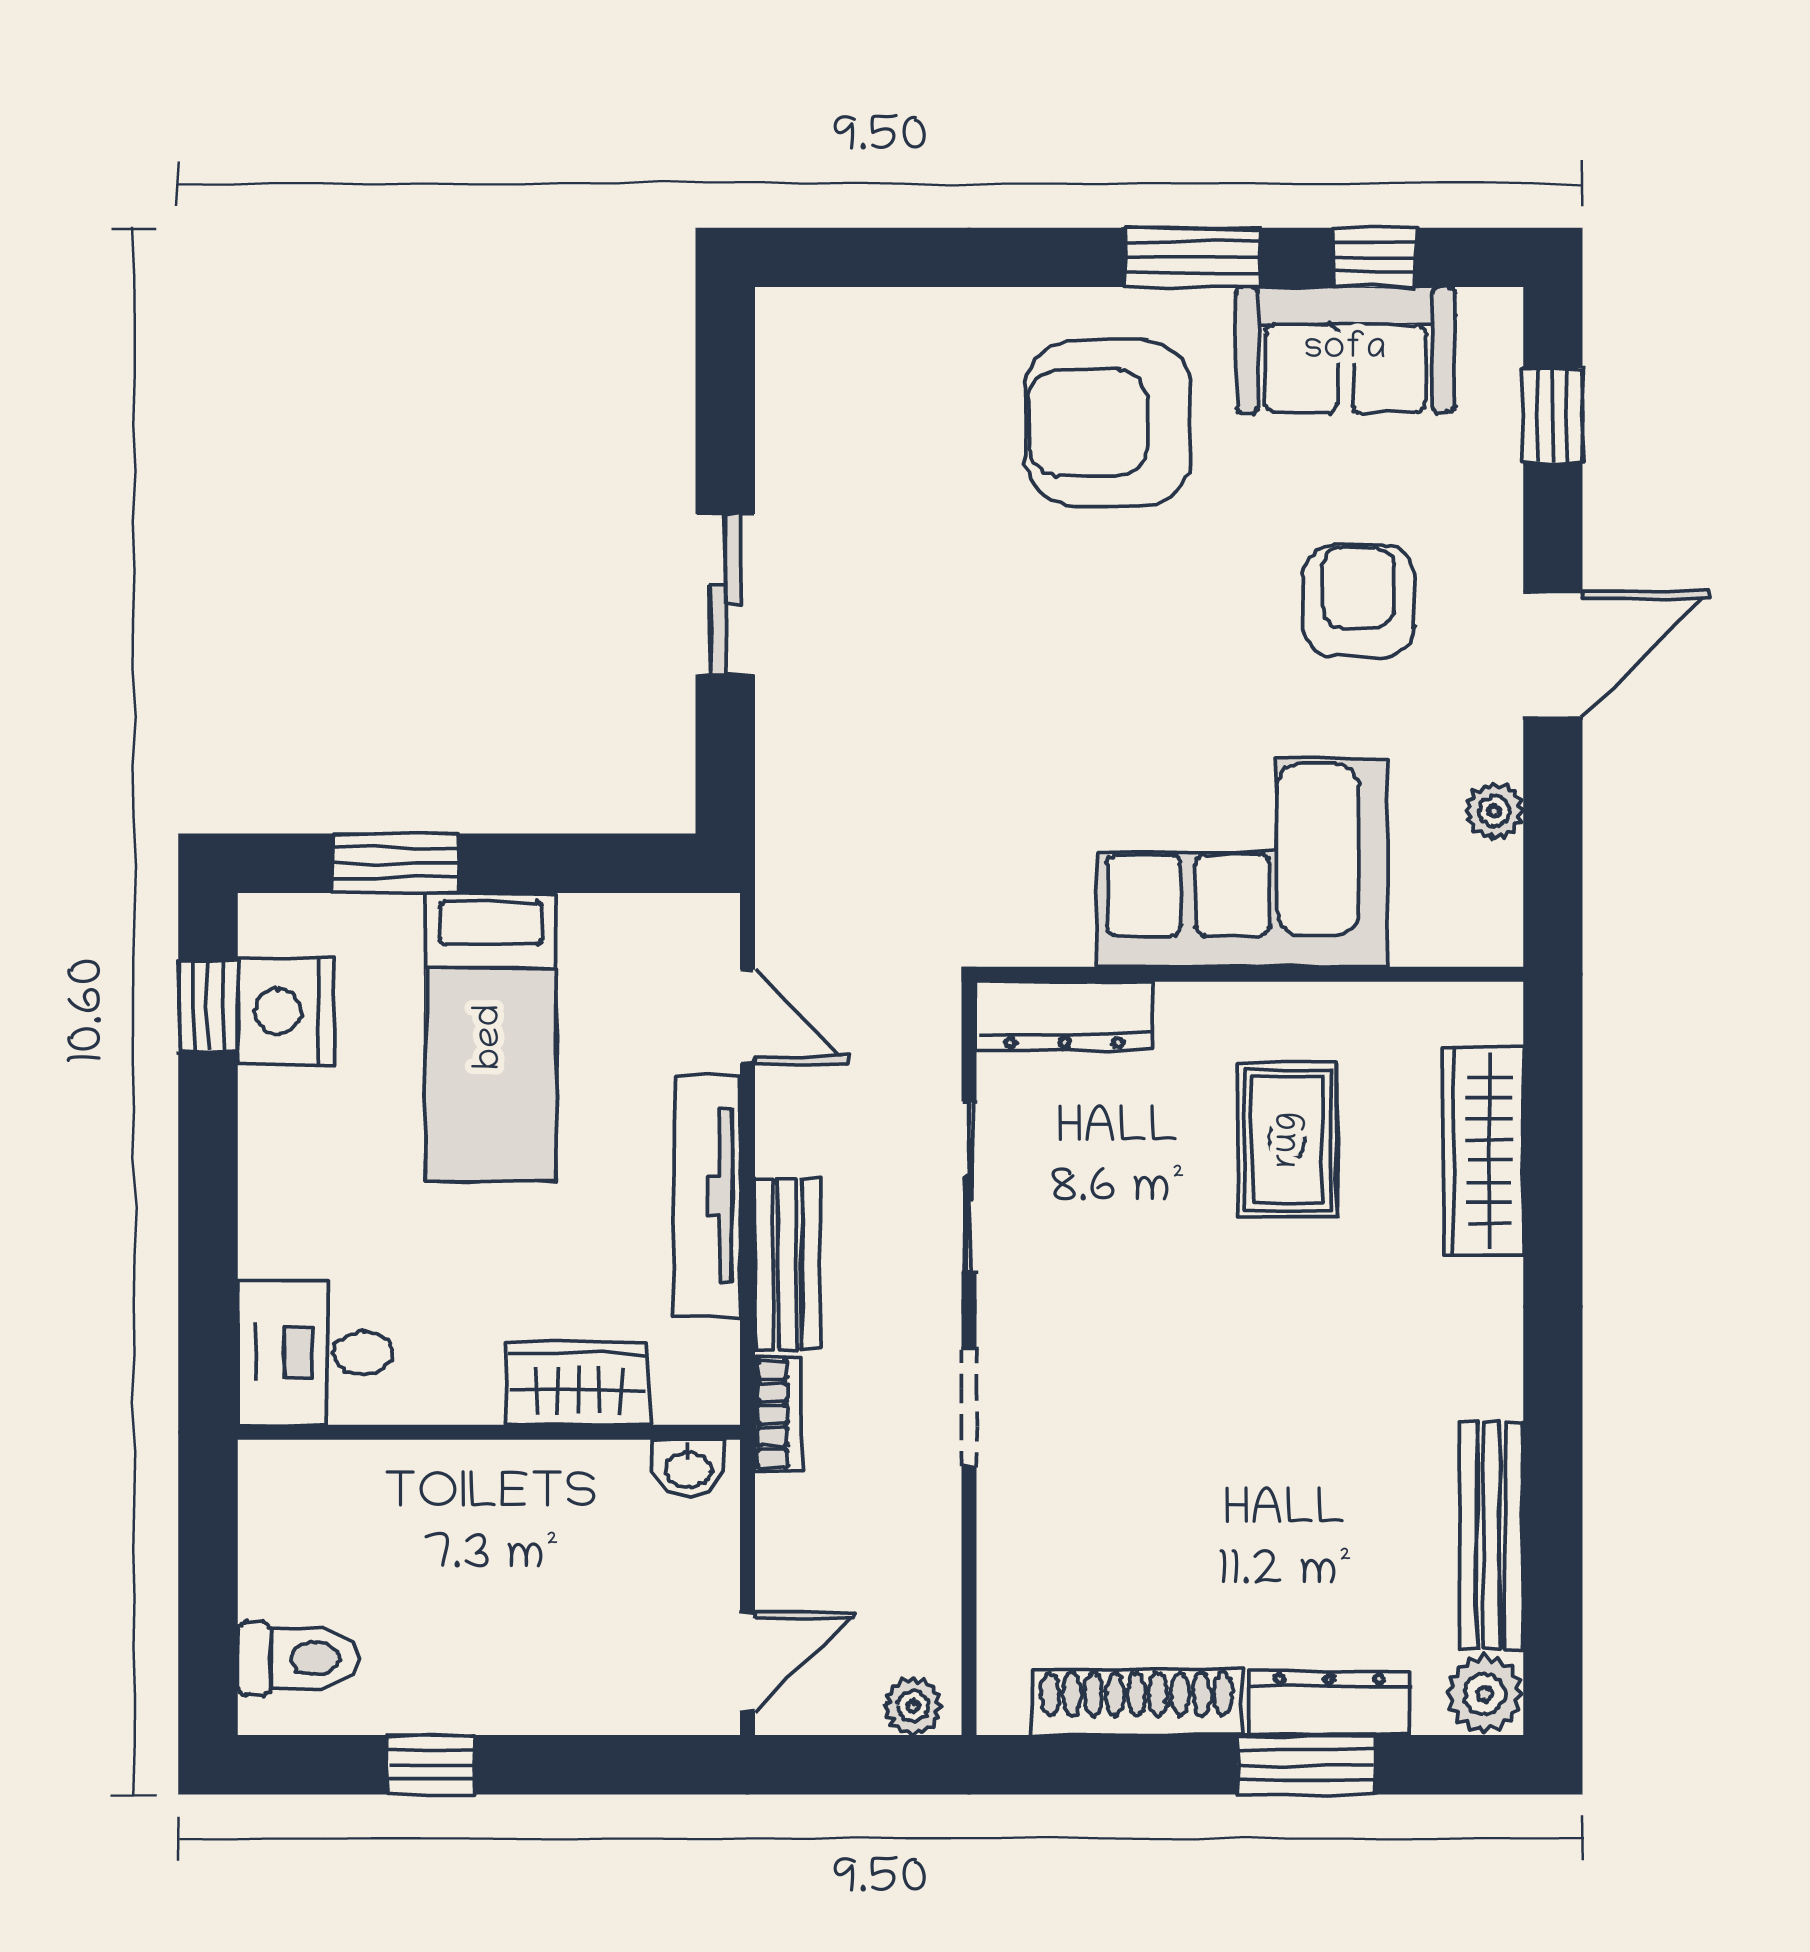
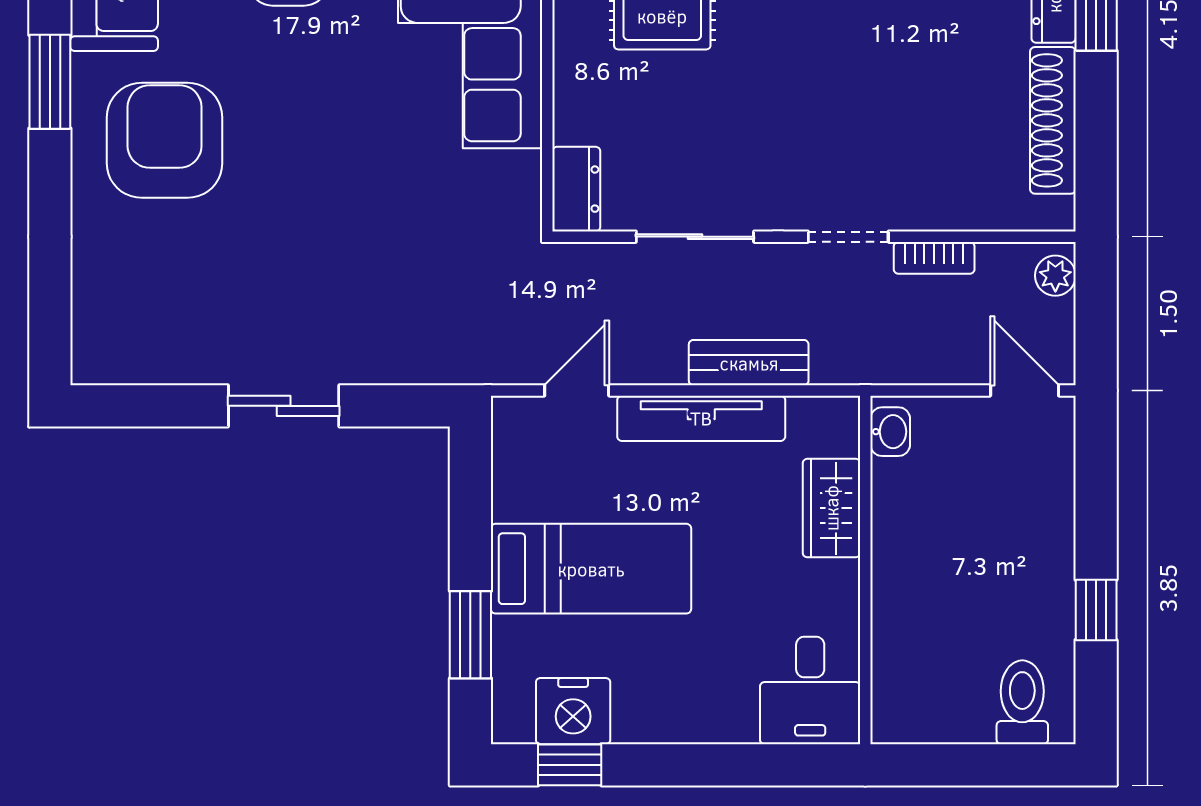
armchair: (1108, 423) -> (165, 140), turned 180
dresser: (1064, 1016) -> (576, 189), width x0.70
bookcase: (778, 1414) -> (934, 258), moved, turned 180

